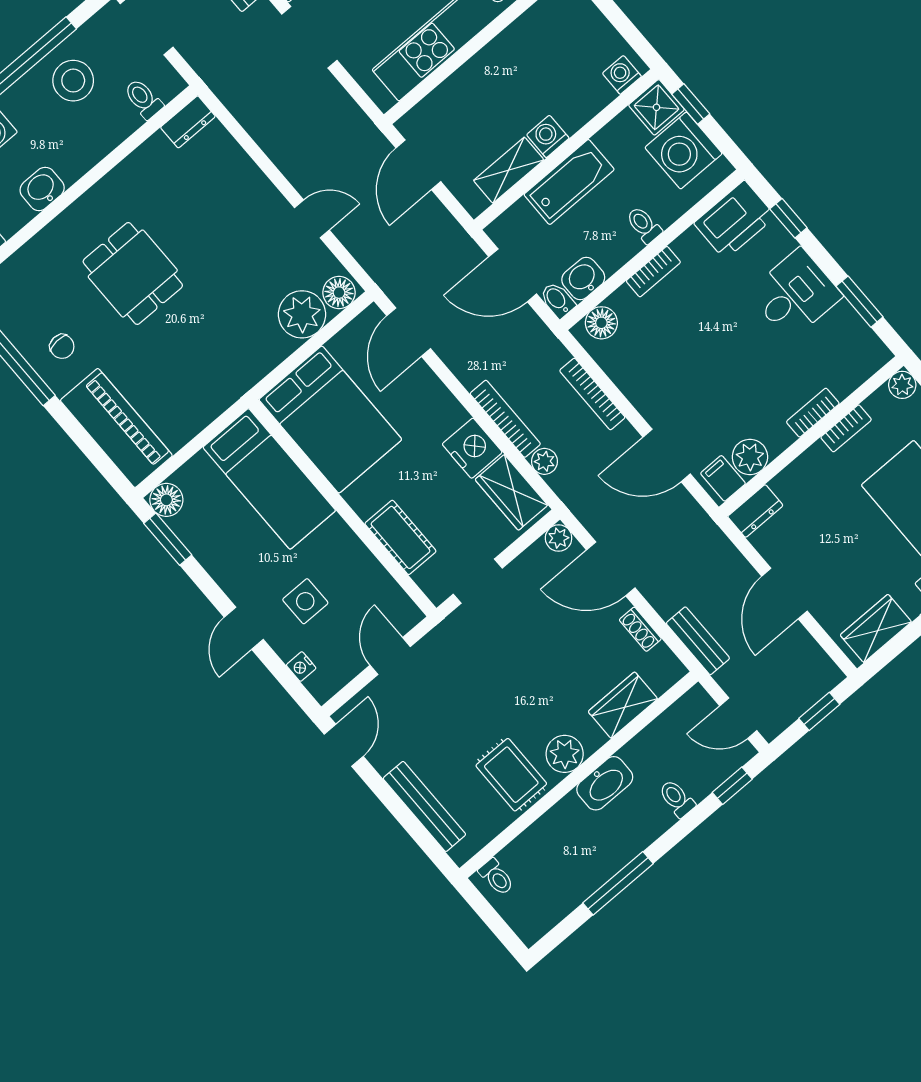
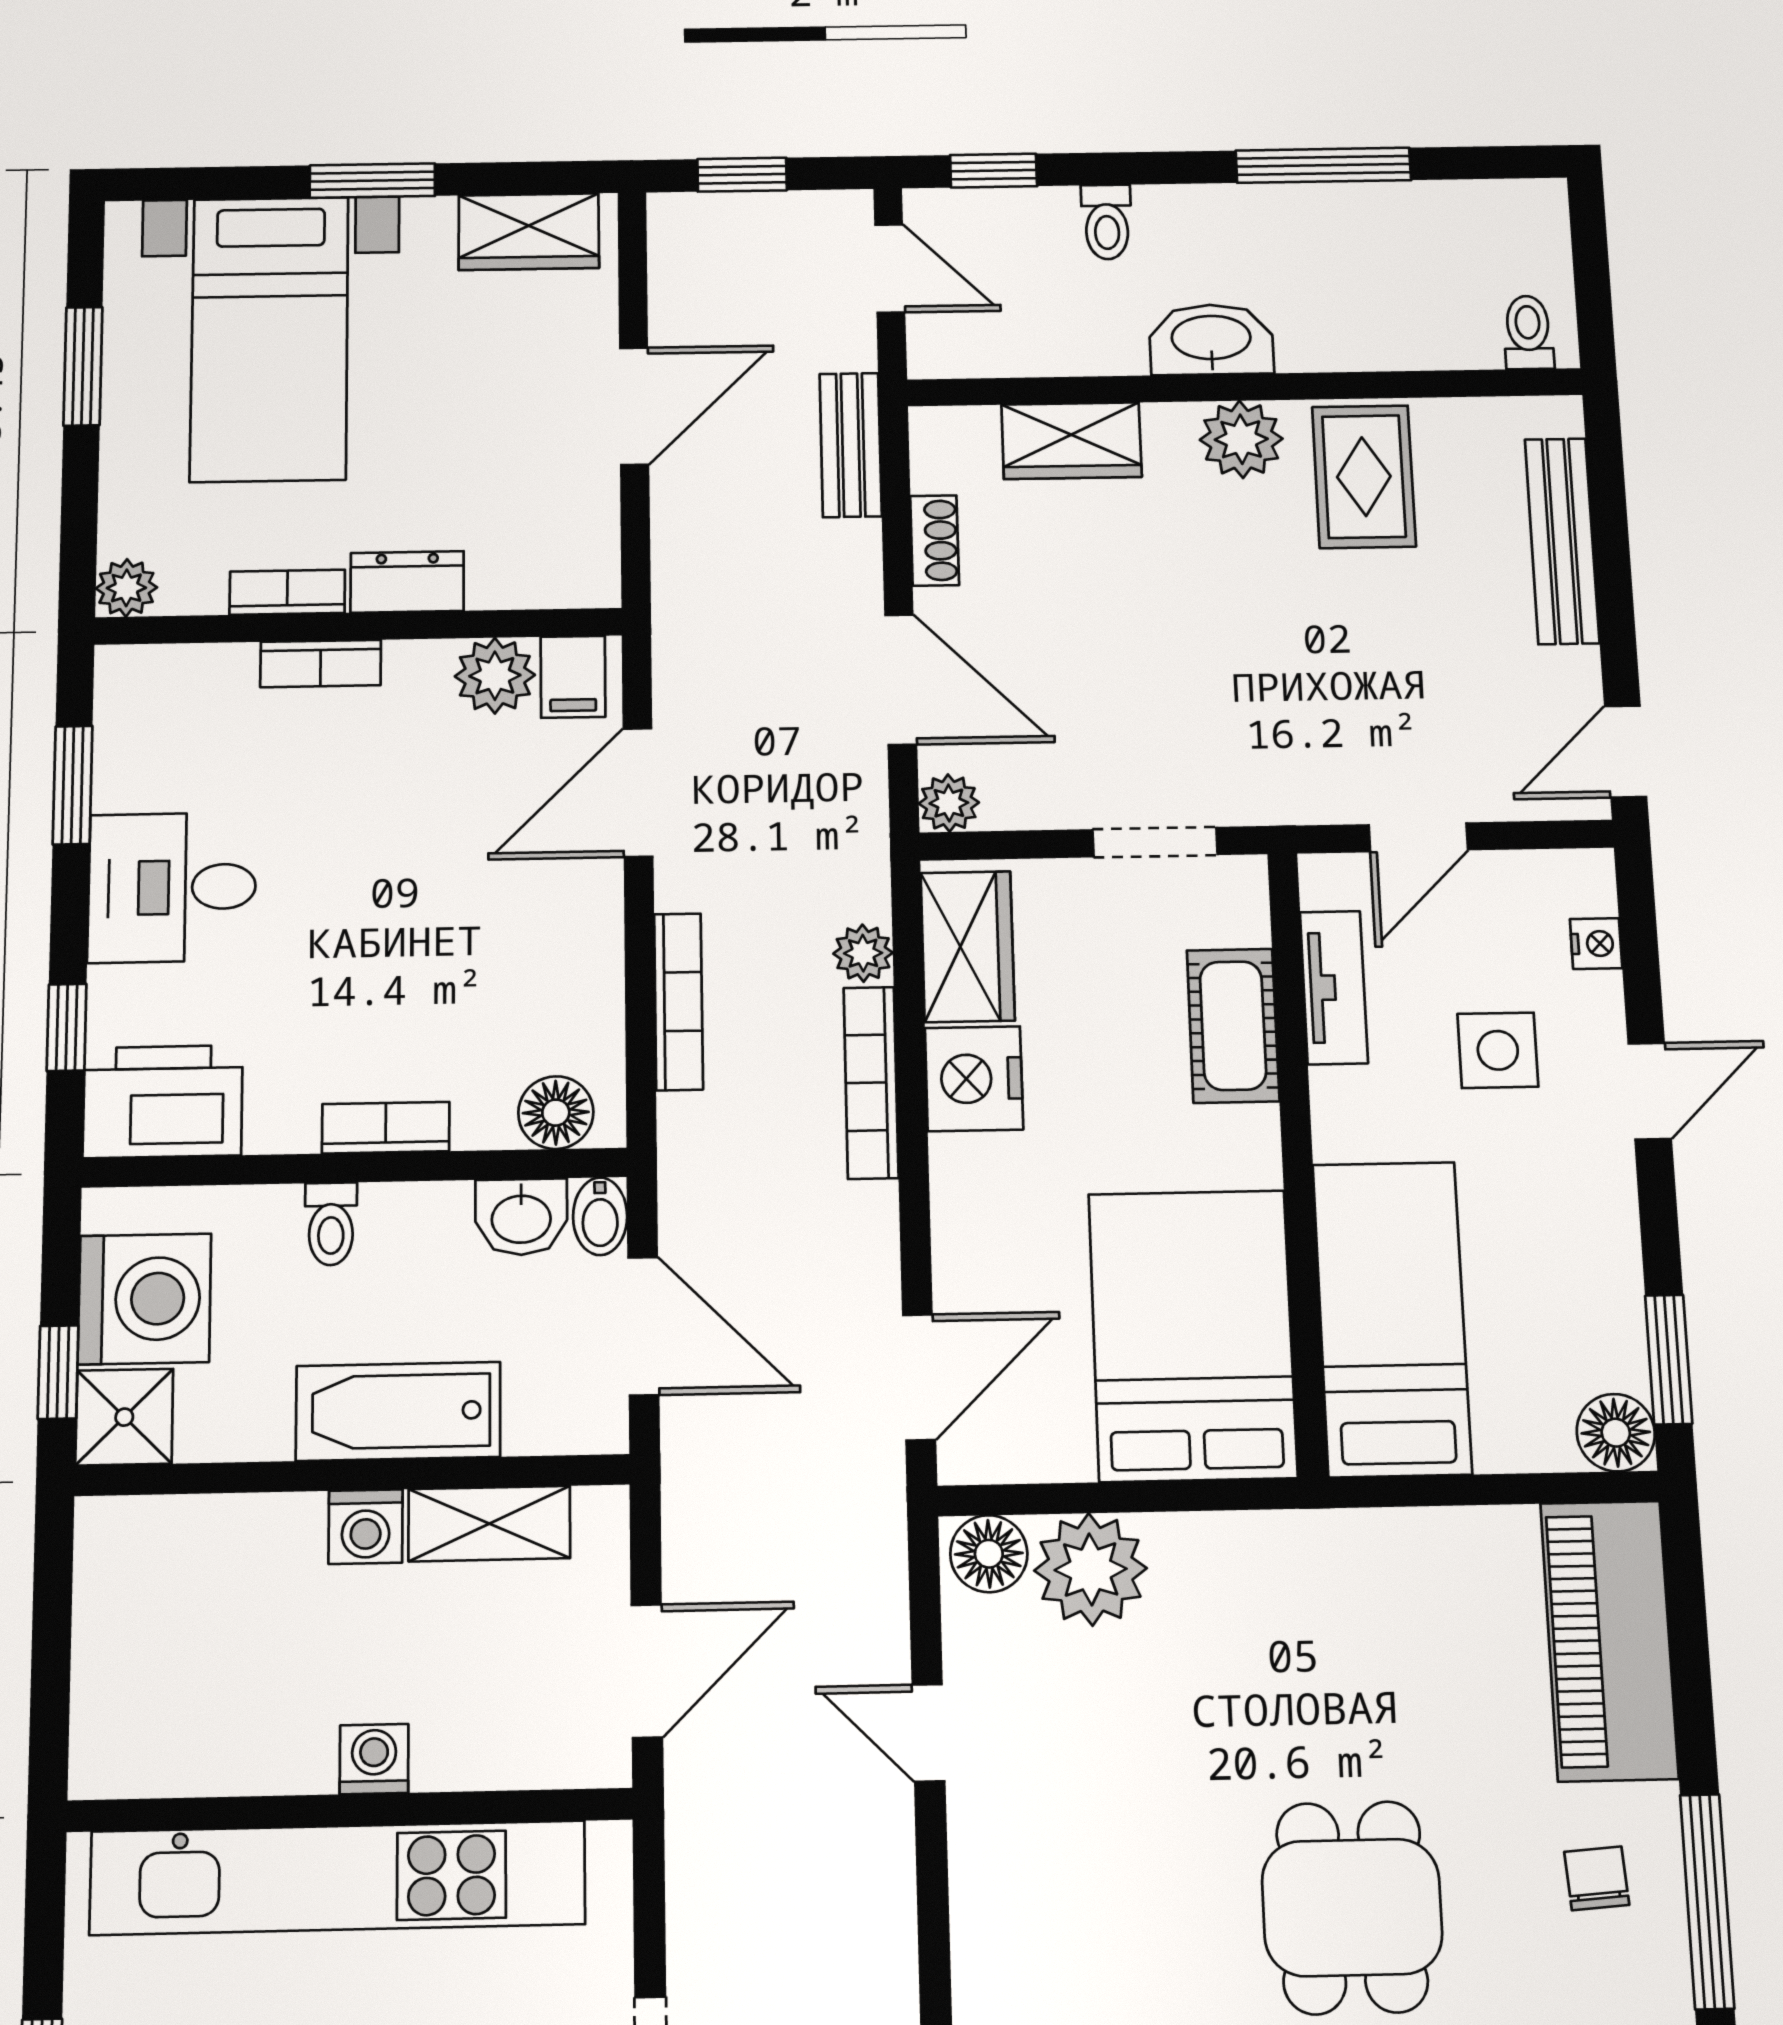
washing machine: (622, 75) -> (374, 1759), moved, turned 180
door: (667, 456) -> (638, 792), swing flipped
dresser: (755, 511) -> (407, 582), moved
tv unit: (377, 579) -> (1334, 987), added

